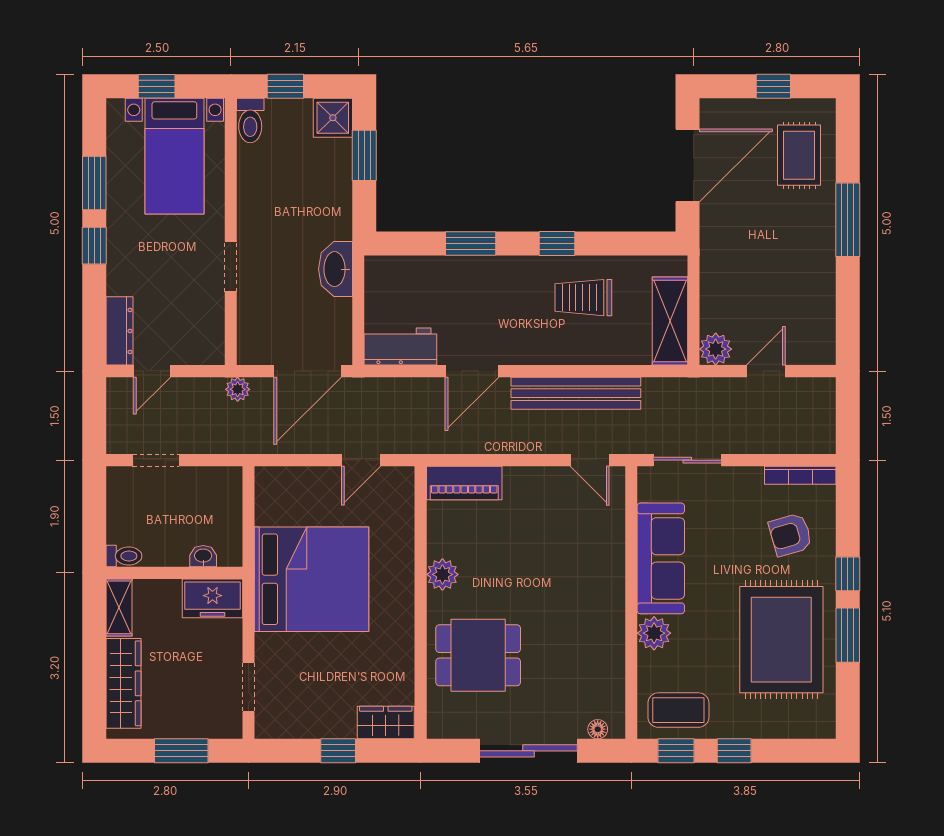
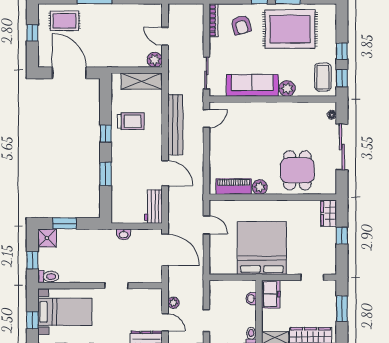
washbasin: (336, 269) -> (124, 234), width x0.52, depth x0.69
trolley: (583, 298) -> (131, 121), turned -90
plant: (238, 389) -> (173, 303), moved
piano: (464, 483) -> (234, 187), moved, turned -90

